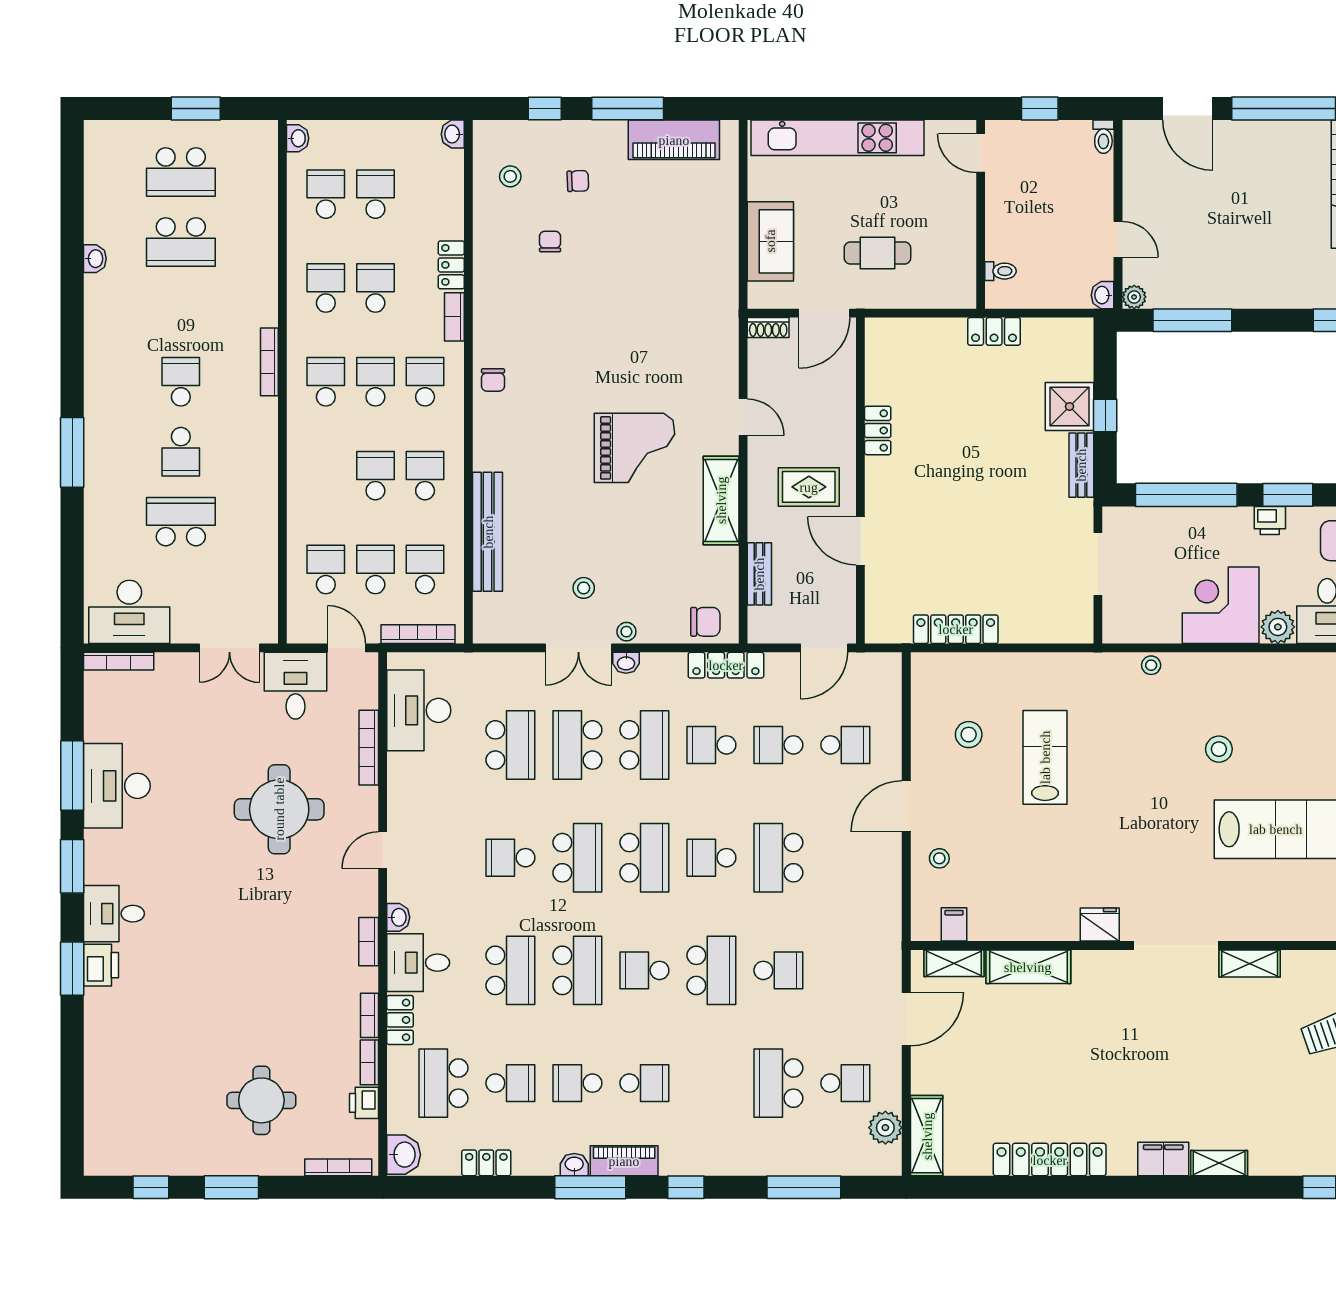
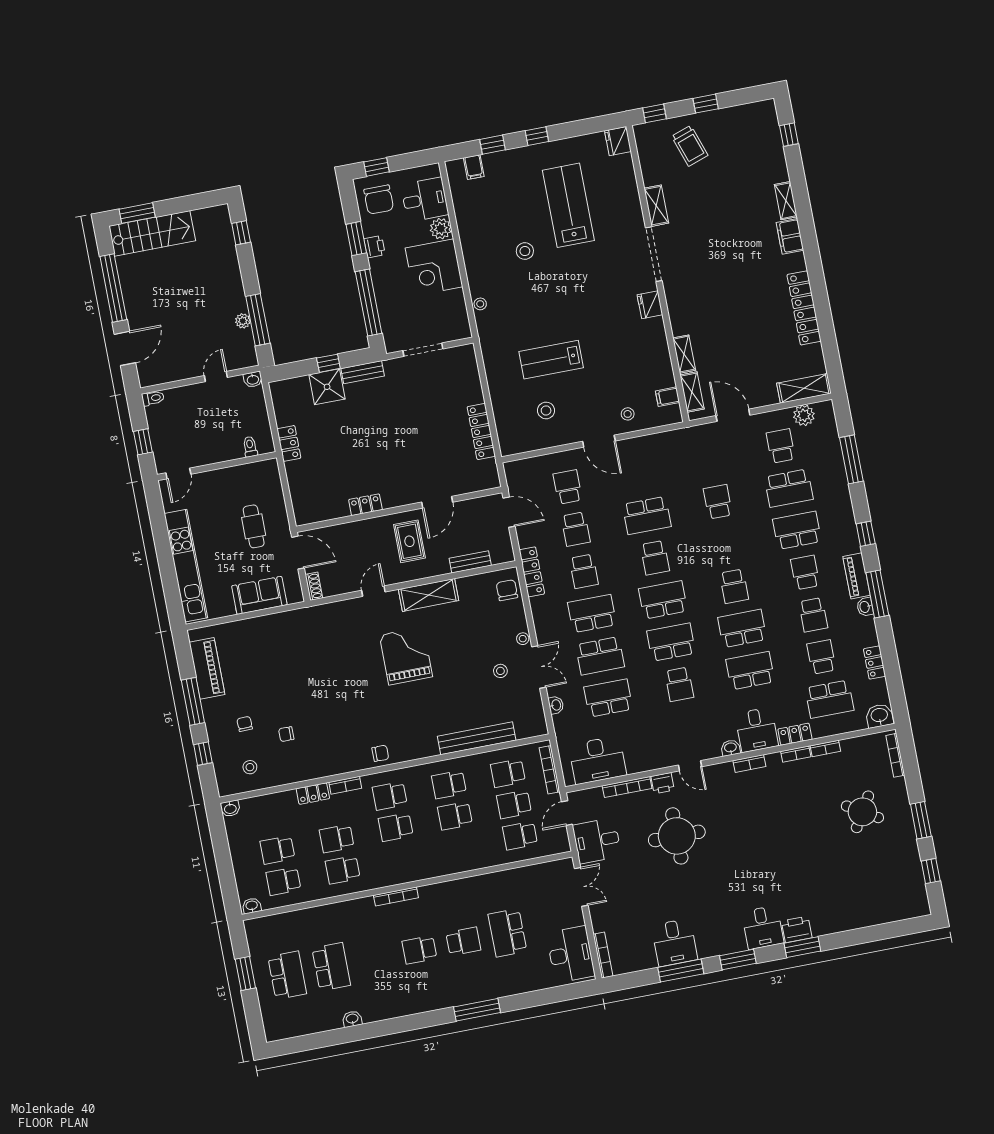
plant: (1134, 297) -> (243, 321), moved
school desk: (326, 382) -> (402, 858), removed
washbasin: (626, 663) -> (556, 705), moved
desk: (117, 786) -> (674, 942), width x0.73
shelving: (1028, 967) -> (684, 354), width x0.67, depth x0.75
school desk: (711, 970) -> (797, 530), moved
round table: (261, 1100) -> (862, 812), turned 31
printer: (364, 1103) -> (663, 783), moved

